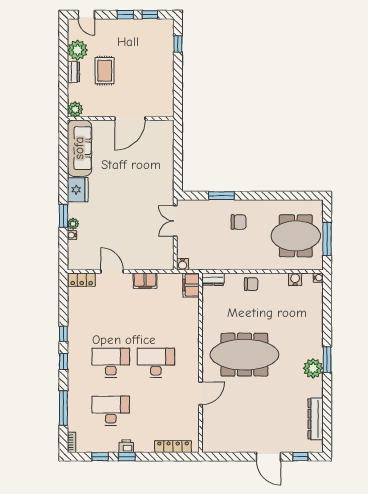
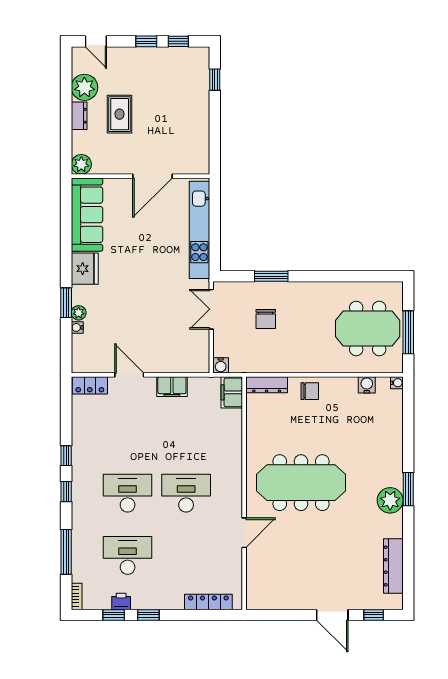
kitchen unit: (166, 160) -> (199, 230), added
chair: (239, 222) -> (266, 319), moved, turned 90
dresser: (213, 279) -> (267, 385), width x1.44
printer: (126, 446) -> (121, 601), moved

